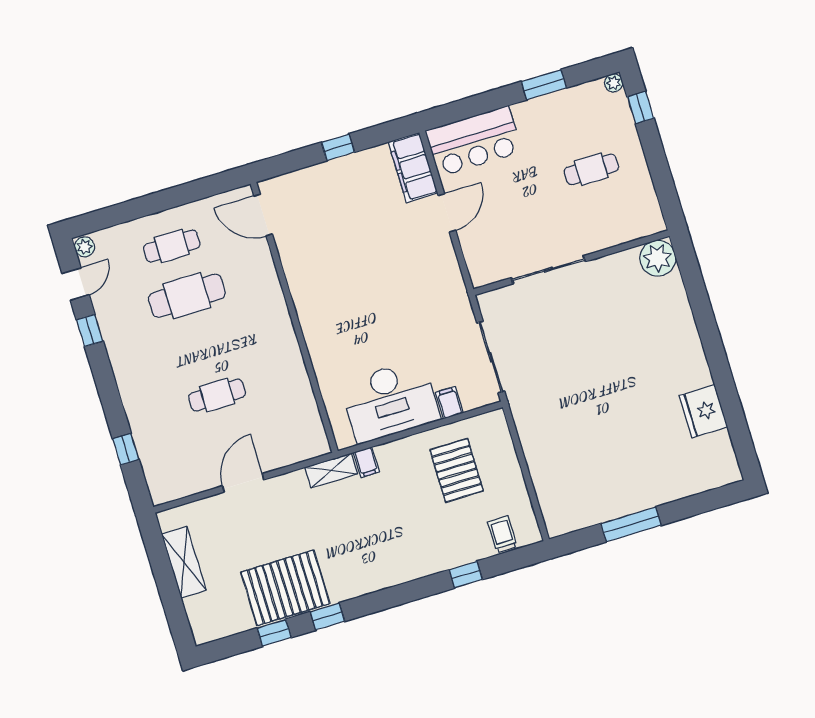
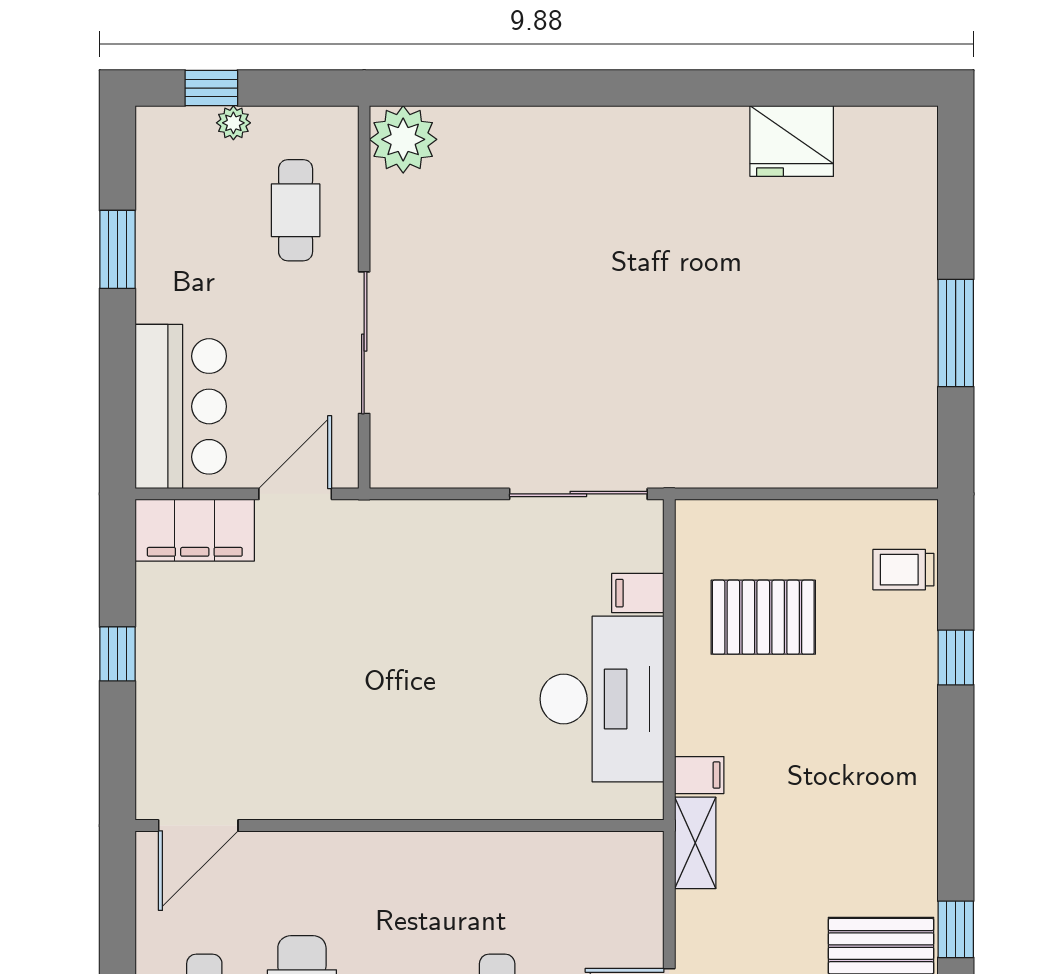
plant: (614, 83) -> (233, 123), moved
door: (447, 213) -> (295, 494), hinge flipped
plant: (658, 258) -> (403, 139), moved
wall: (571, 263) -> (364, 297), moved
sliding door: (548, 270) -> (364, 343), moved

